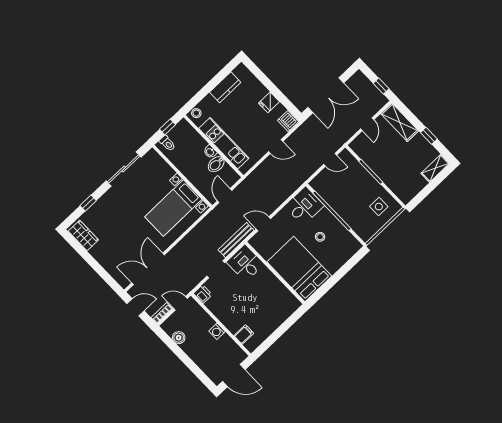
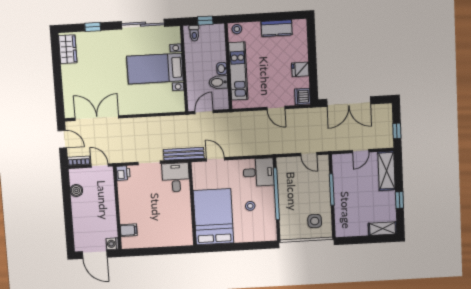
bed with nightstands: (173, 208) -> (155, 69), moved
washing machine: (217, 331) -> (112, 244), moved

